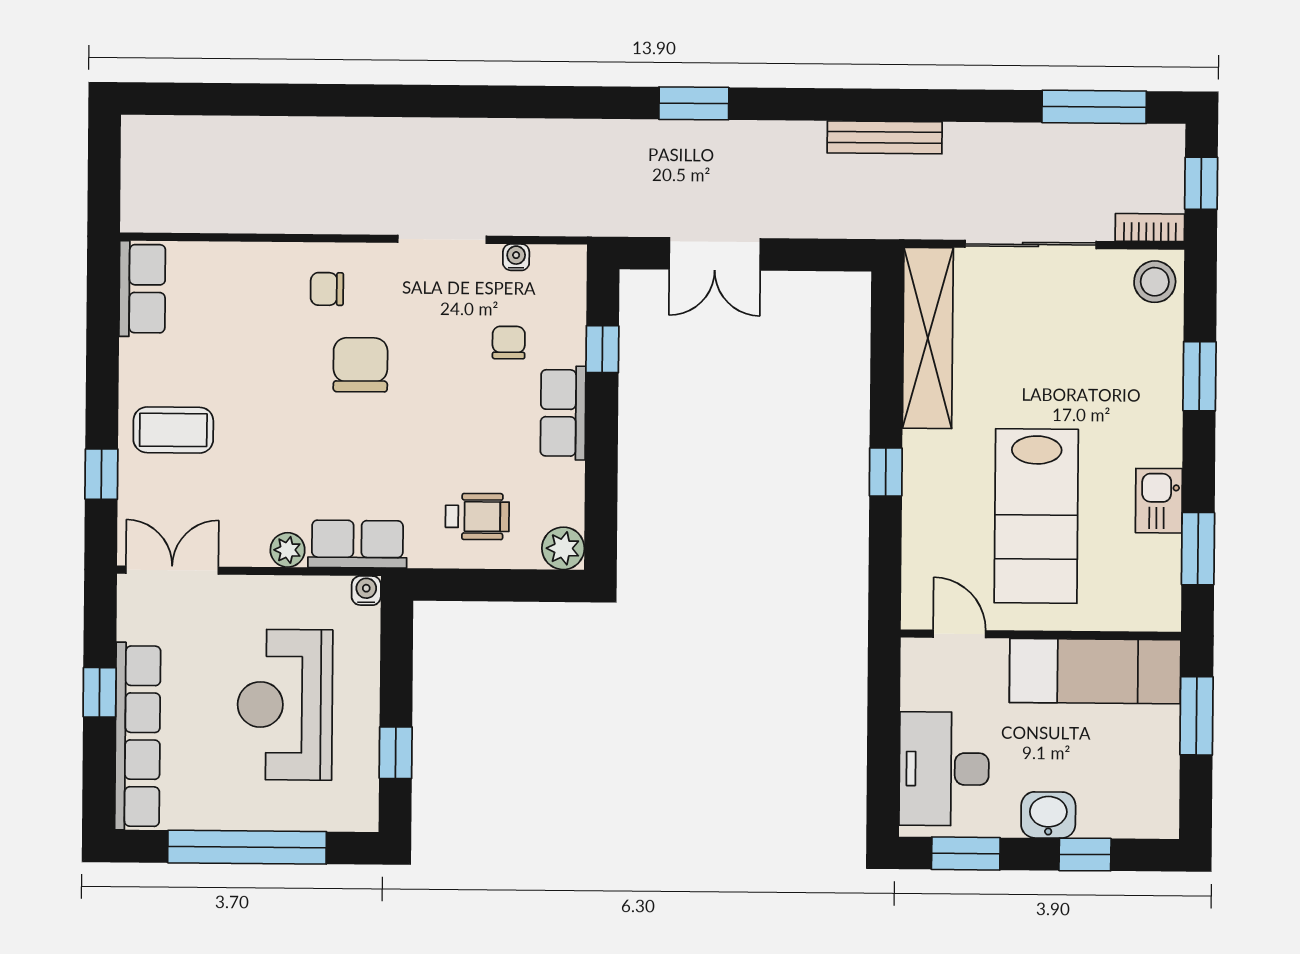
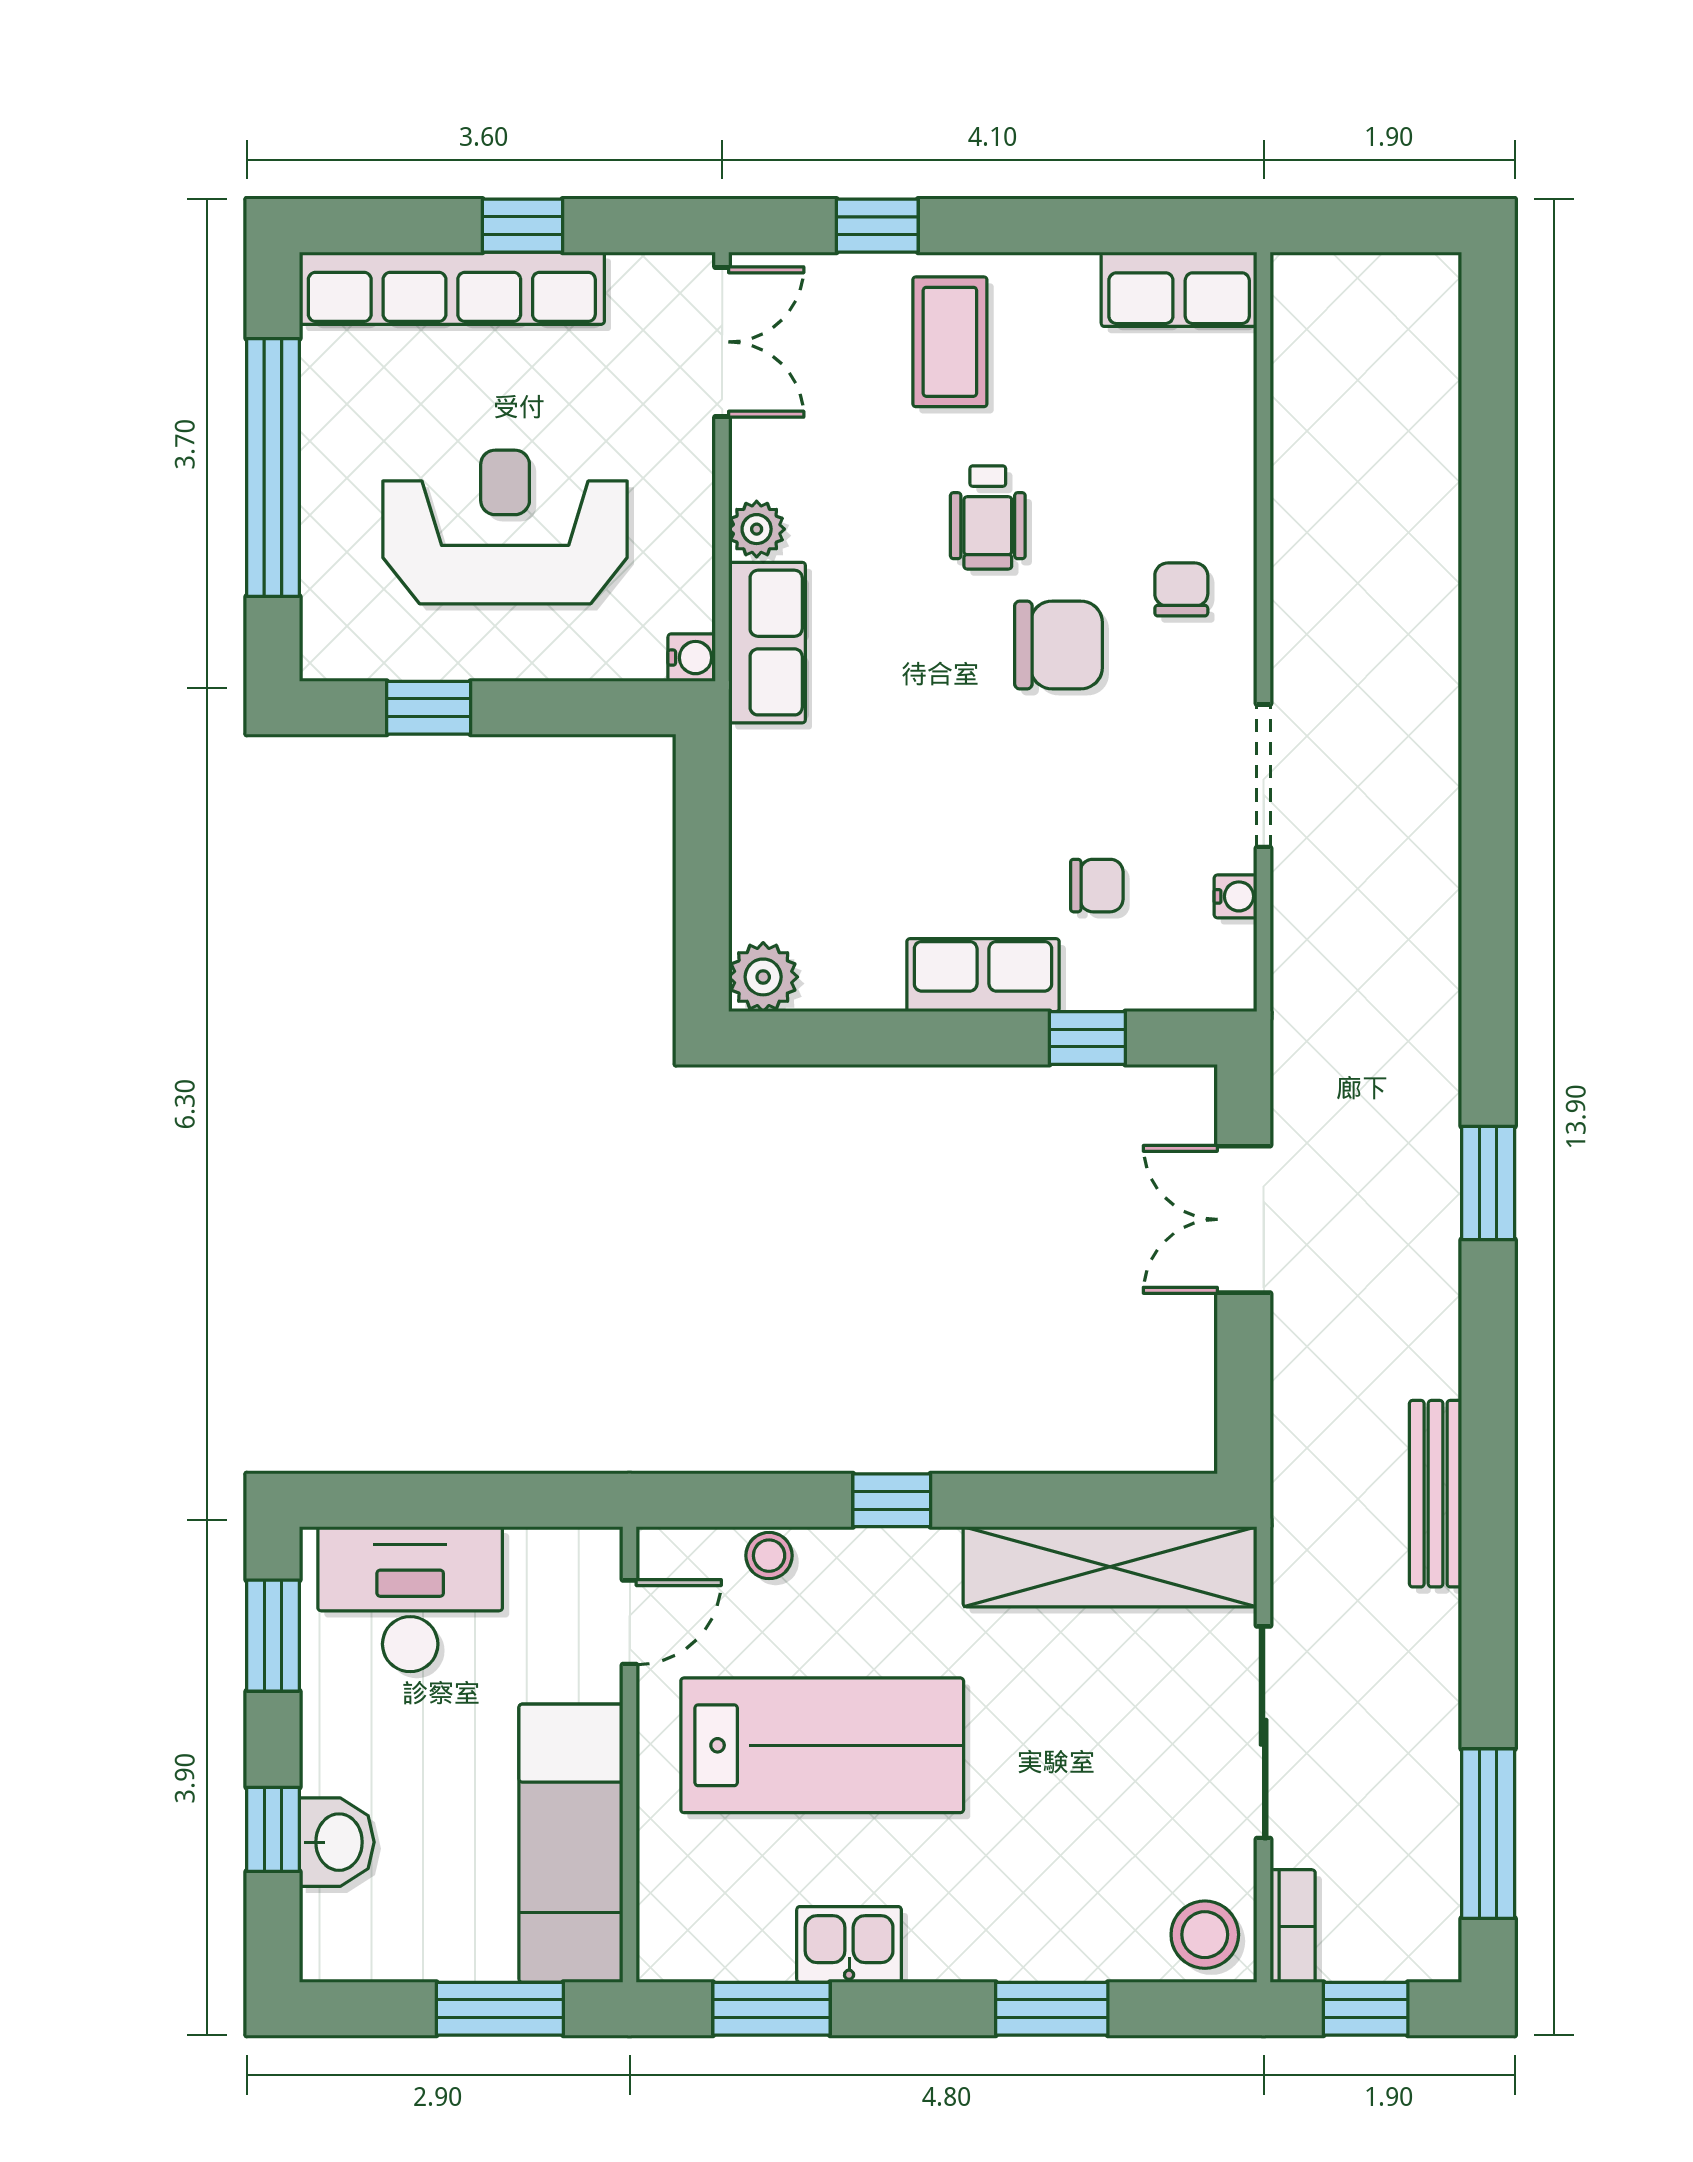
lab bench: (1036, 516) -> (822, 1745), turned 180
wheelchair: (477, 517) -> (988, 517), moved
stool: (919, 548) -> (769, 1556), added
washbasin: (1048, 815) -> (337, 1842), moved

